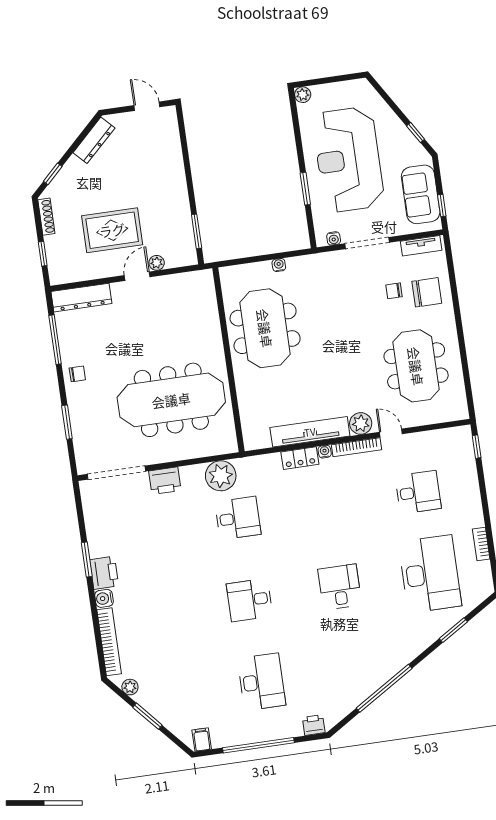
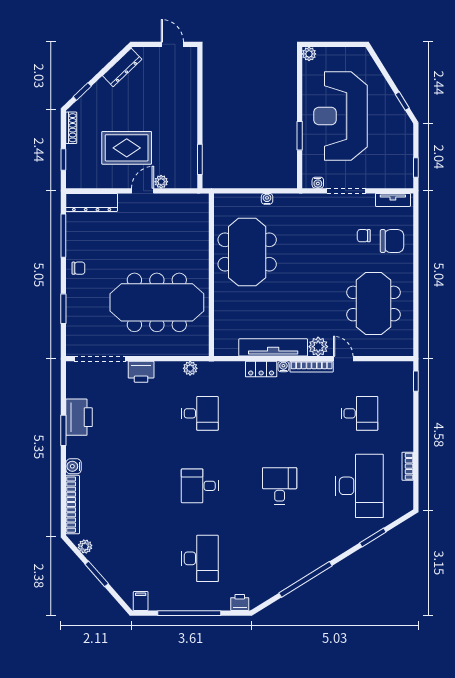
sofa: (421, 194) -> (399, 155), removed
plant: (221, 476) -> (190, 368), width x0.53, depth x0.53
printer: (104, 573) -> (79, 417), moved, width x1.37, depth x1.19

